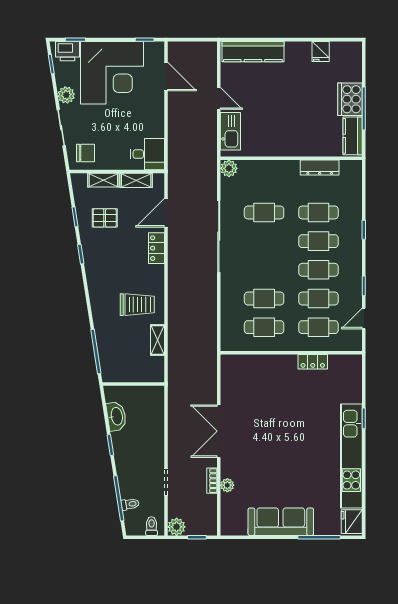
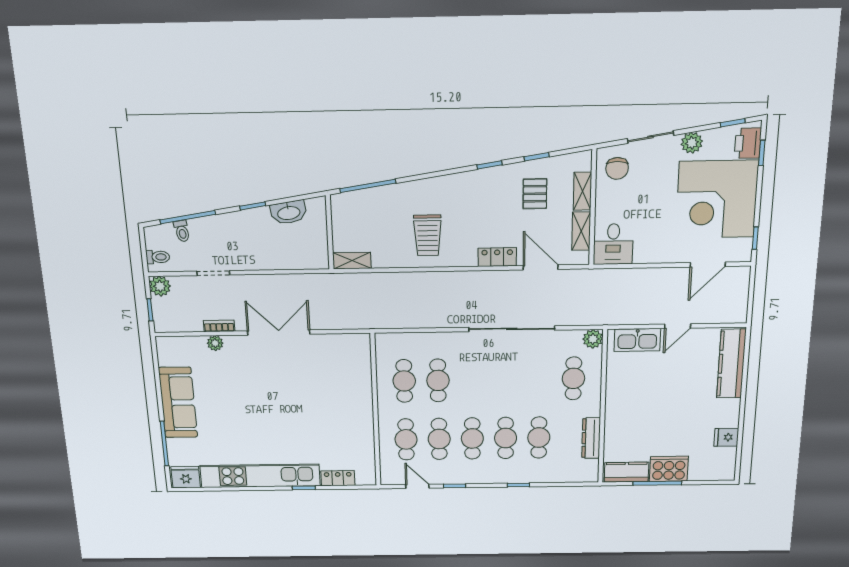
cafe table: (264, 212) -> (573, 378), moved
shelving: (157, 340) -> (352, 261), moved
locker: (313, 362) -> (338, 478), moved, turned 90

